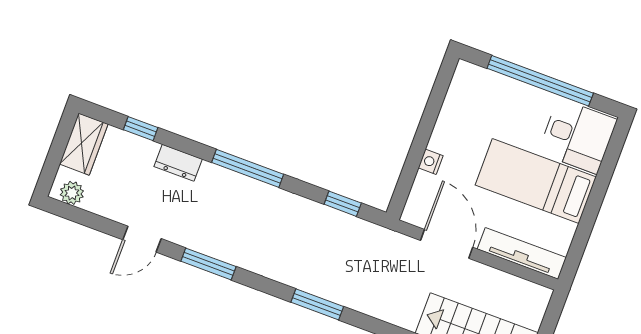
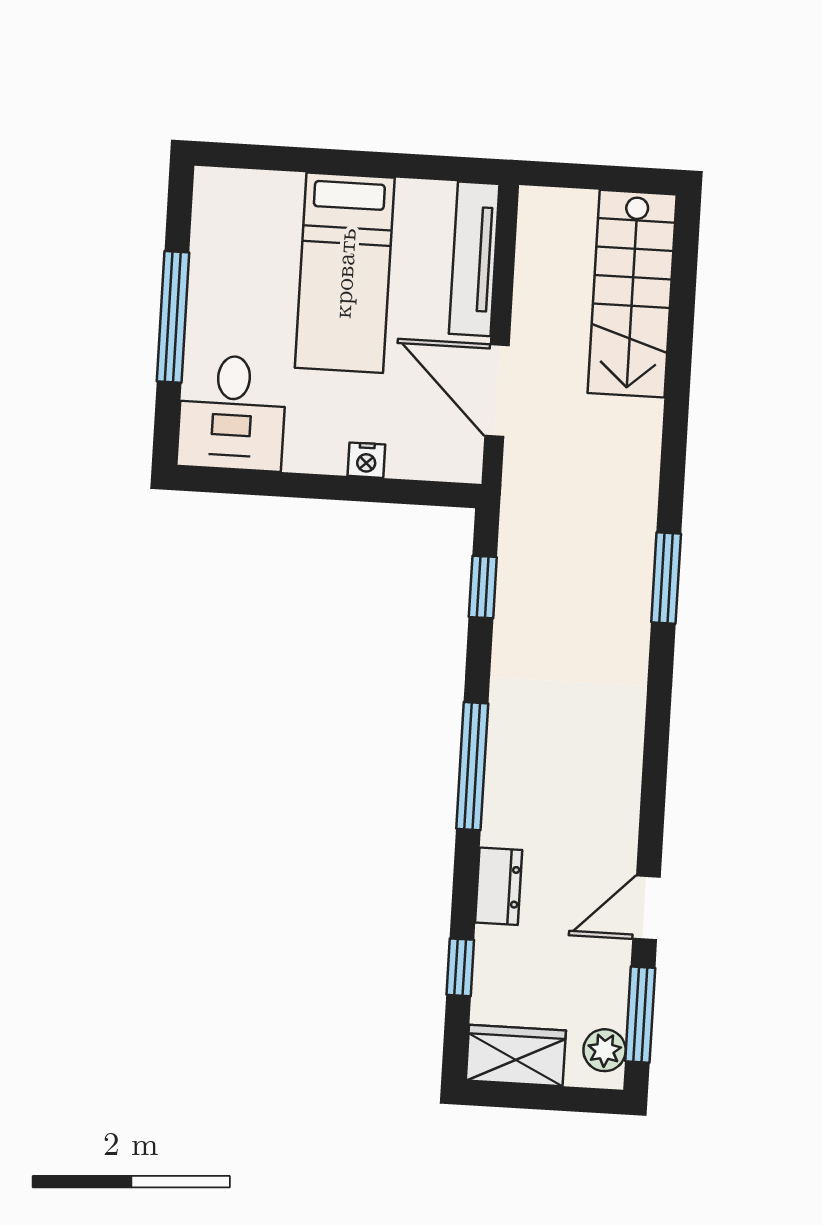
window: (540, 81) -> (173, 317), width x0.68
desk: (578, 136) -> (232, 413), moved, turned 180
door: (142, 239) -> (646, 908), swing flipped
door: (447, 244) -> (497, 391), hinge flipped
window: (208, 264) -> (640, 1015), moved

